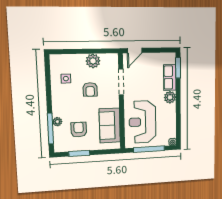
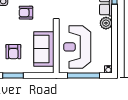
armchair: (90, 90) -> (26, 13), turned 90
armchair: (79, 130) -> (13, 52), turned 180

